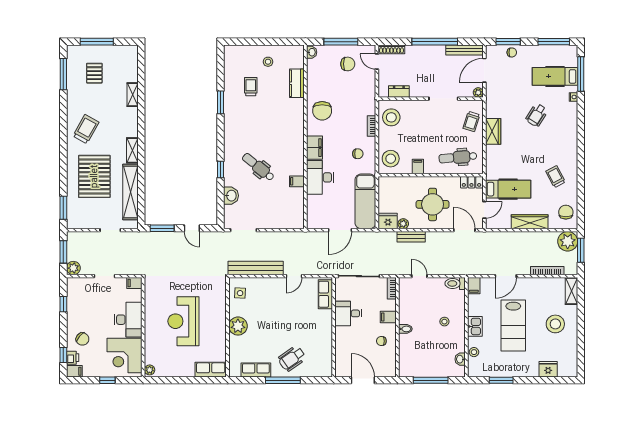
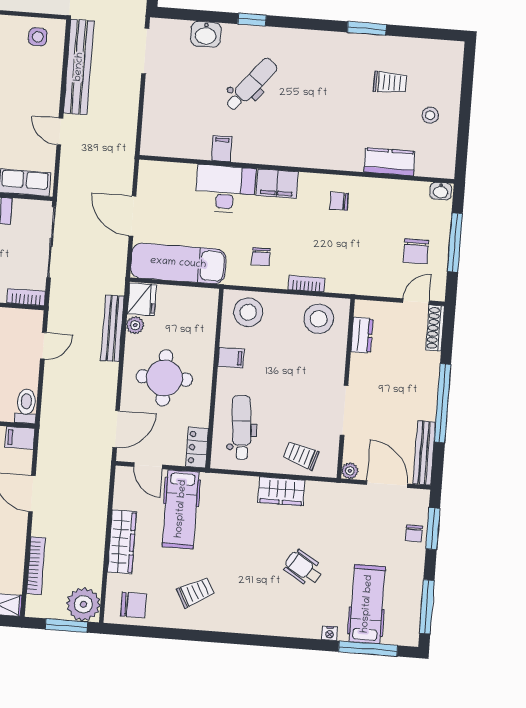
chair: (322, 111) -> (339, 201), width x0.54, depth x0.54
bench: (411, 237) -> (112, 328), width x1.36

